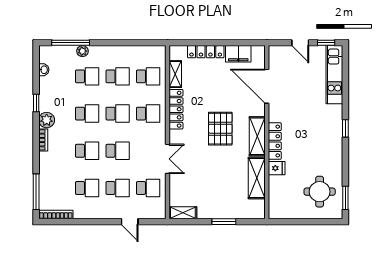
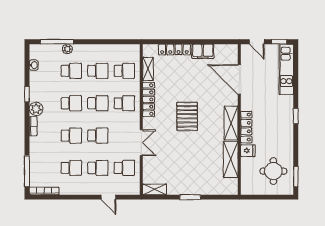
door: (267, 86) -> (239, 79), moved
wall: (267, 132) -> (239, 119), moved
shelving: (257, 136) -> (231, 123), moved
locker: (275, 141) -> (246, 127), moved
fridge: (277, 168) -> (248, 151), moved
shelving: (257, 178) -> (231, 159), moved

